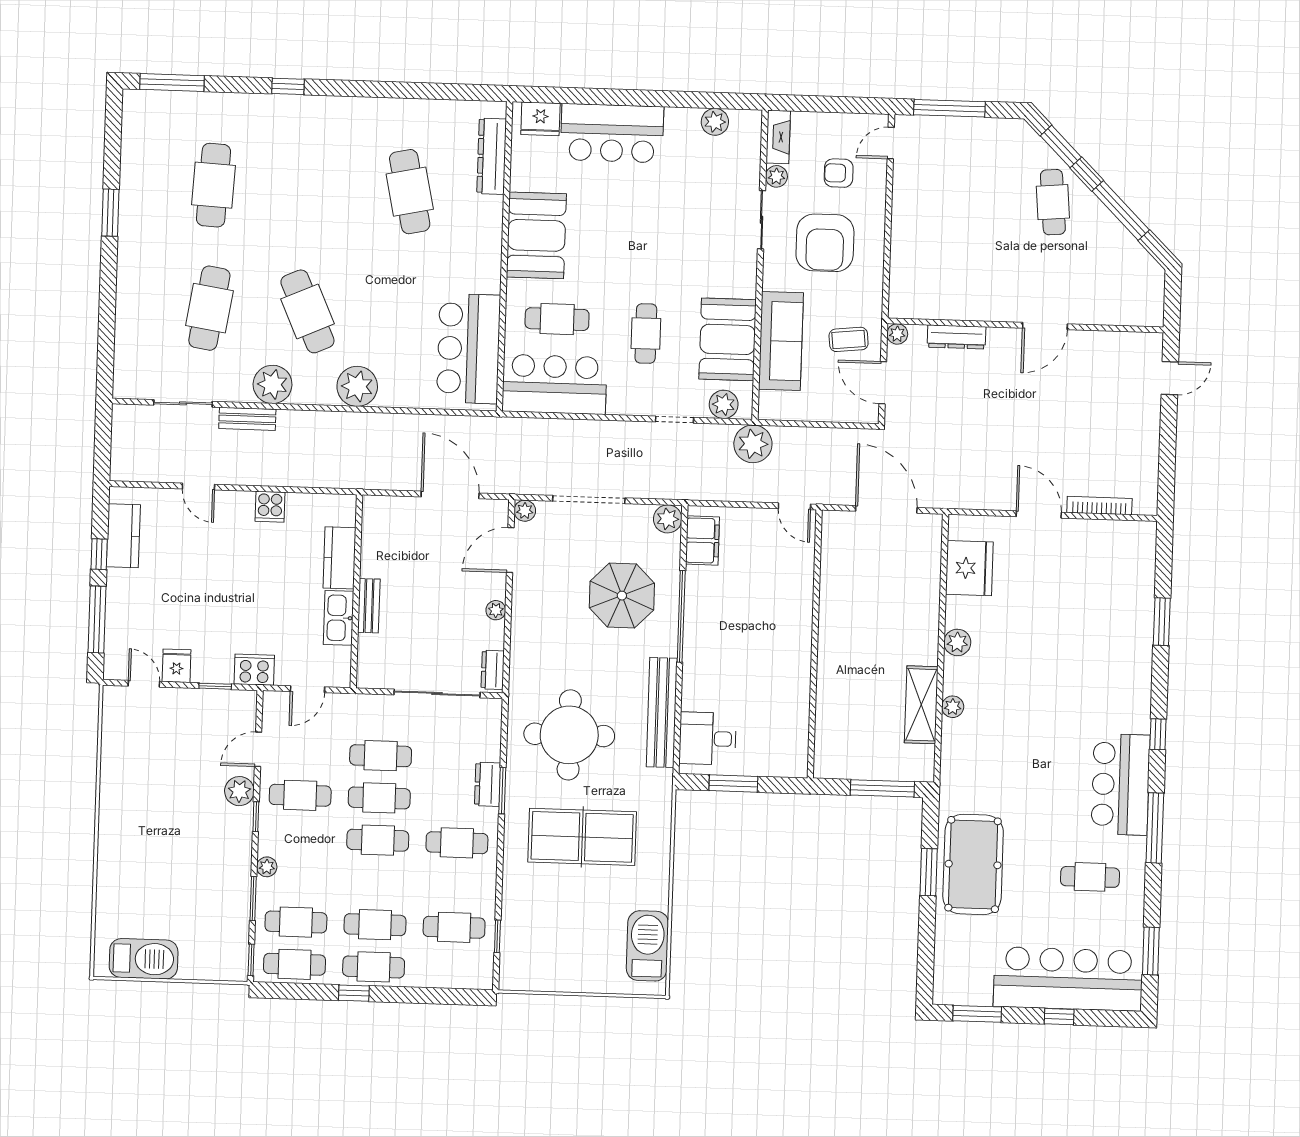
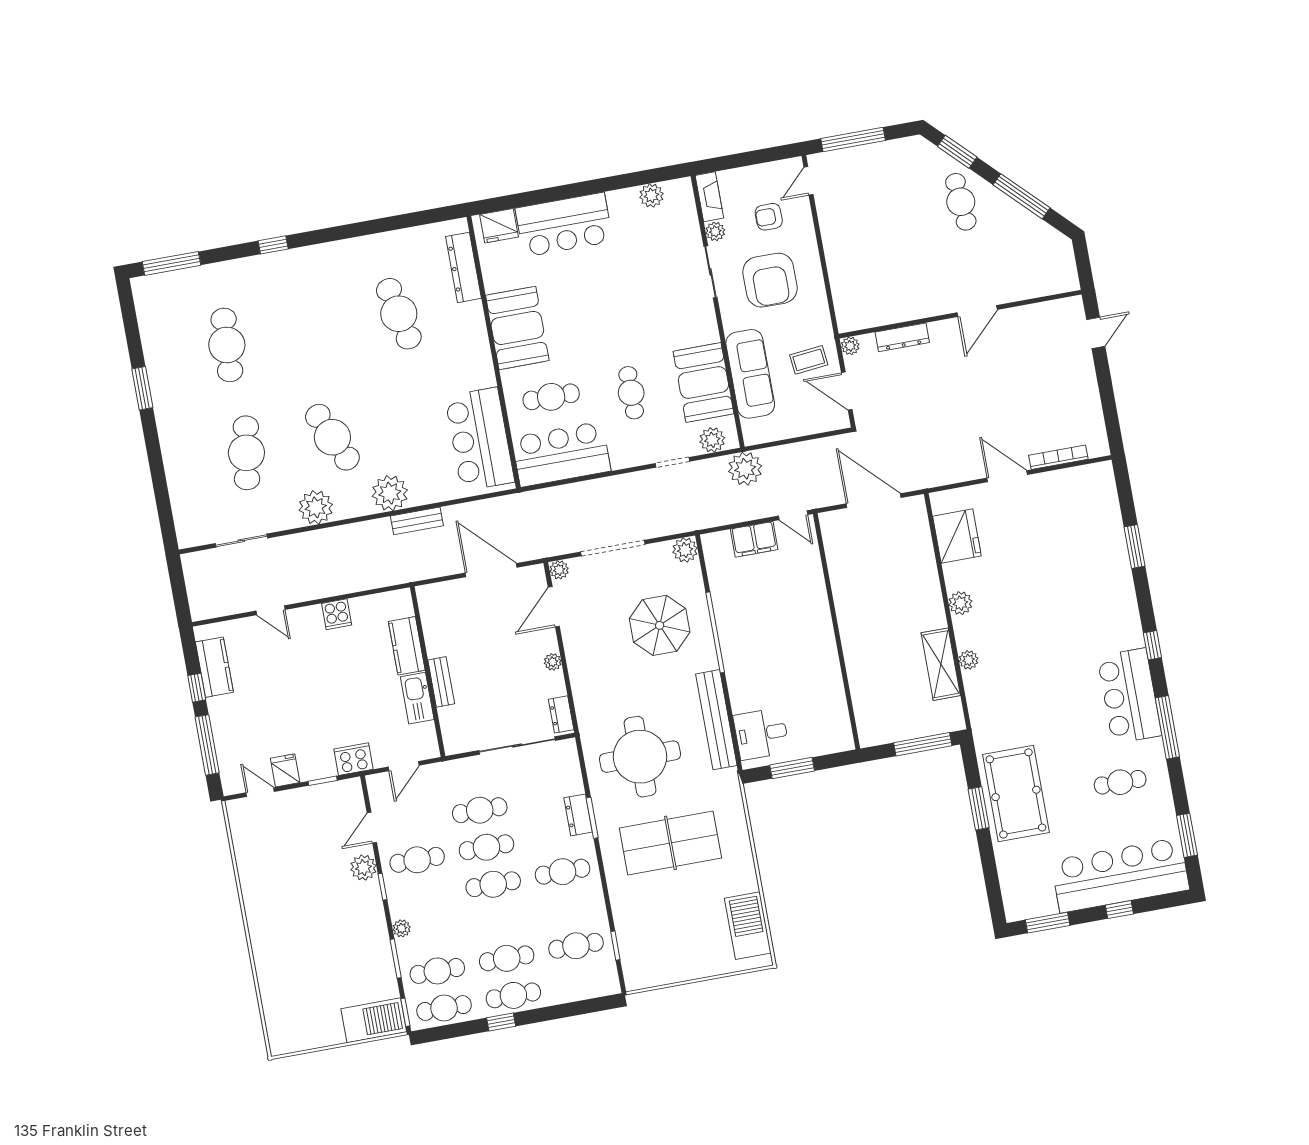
bench: (247, 419) -> (417, 521), moved
filing cabinet: (702, 540) -> (754, 539), moved, turned 90
barbecue: (144, 959) -> (374, 1020), moved

